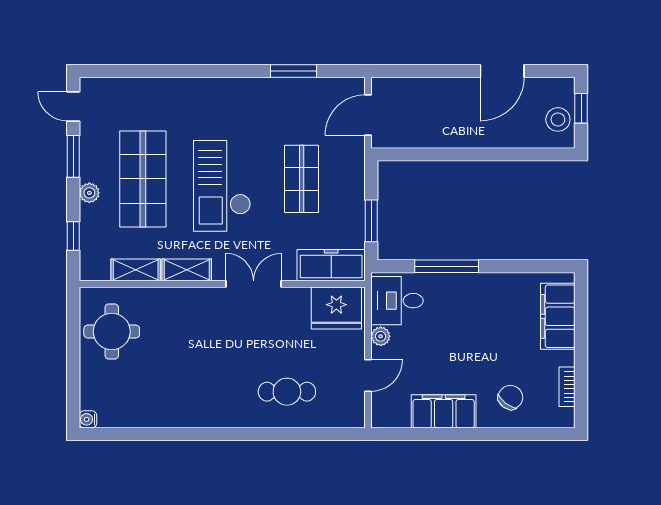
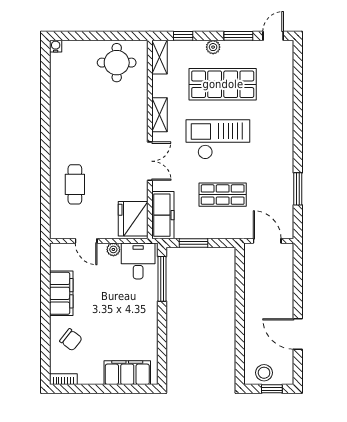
window: (447, 266) -> (162, 279), moved
shelving: (136, 270) -> (159, 57), moved
bookcase: (567, 387) -> (63, 379), moved

